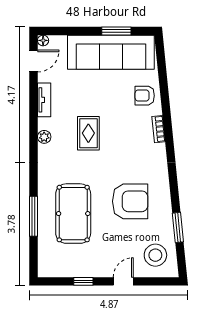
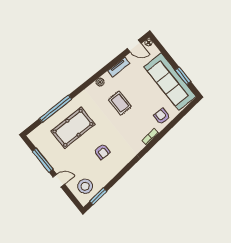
rug: (88, 133) -> (120, 103), turned 90
armchair: (130, 201) -> (102, 152), width x0.53, depth x0.53
window: (34, 216) -> (56, 109), width x1.46
window: (178, 227) -> (98, 196), moved
window: (83, 281) -> (43, 160), width x2.17

